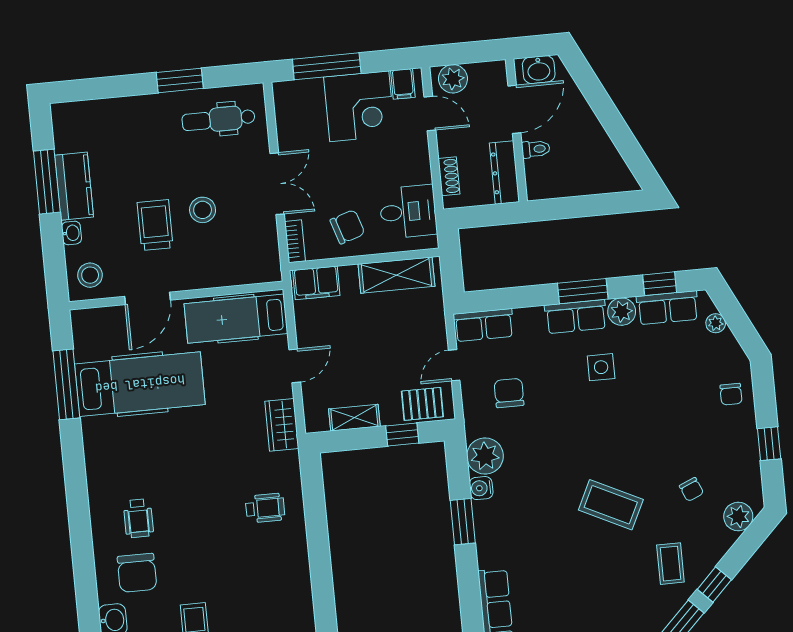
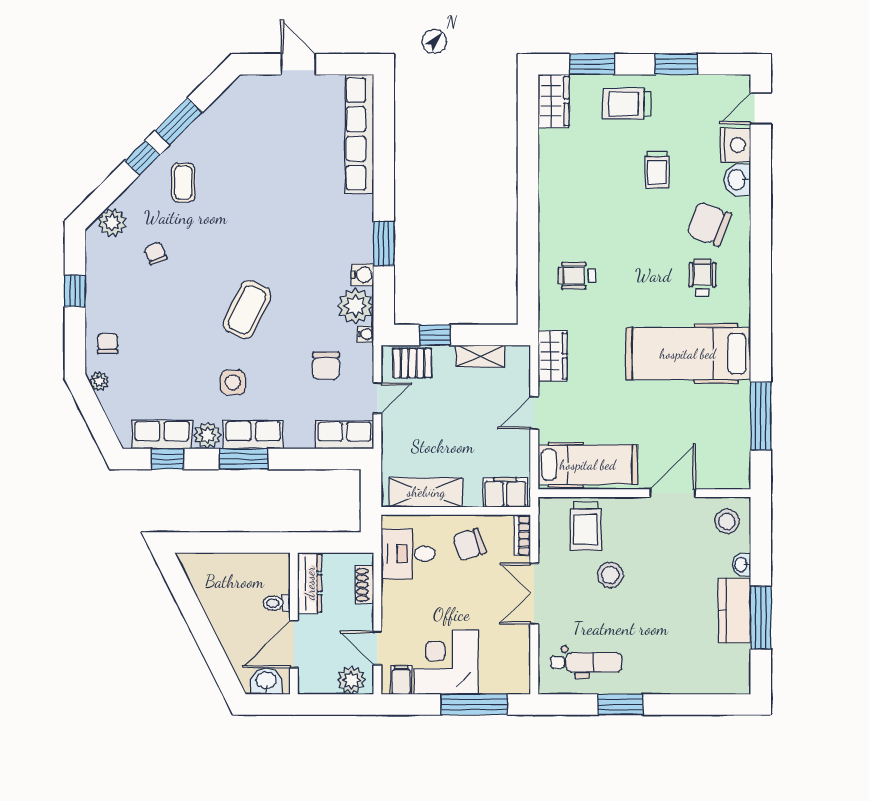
trolley: (155, 225) -> (586, 526), moved
plant: (716, 323) -> (99, 381), moved
hospital bed: (140, 384) -> (688, 354), moved
water cooler: (472, 429) -> (365, 334), added
coffee table: (611, 505) -> (247, 310), moved, turned 90
chair: (137, 573) -> (709, 224), turned -69

